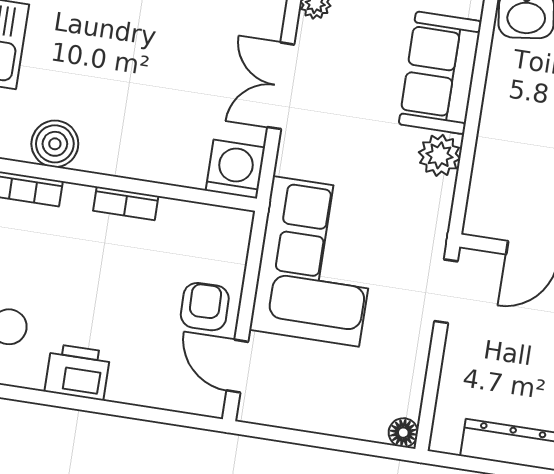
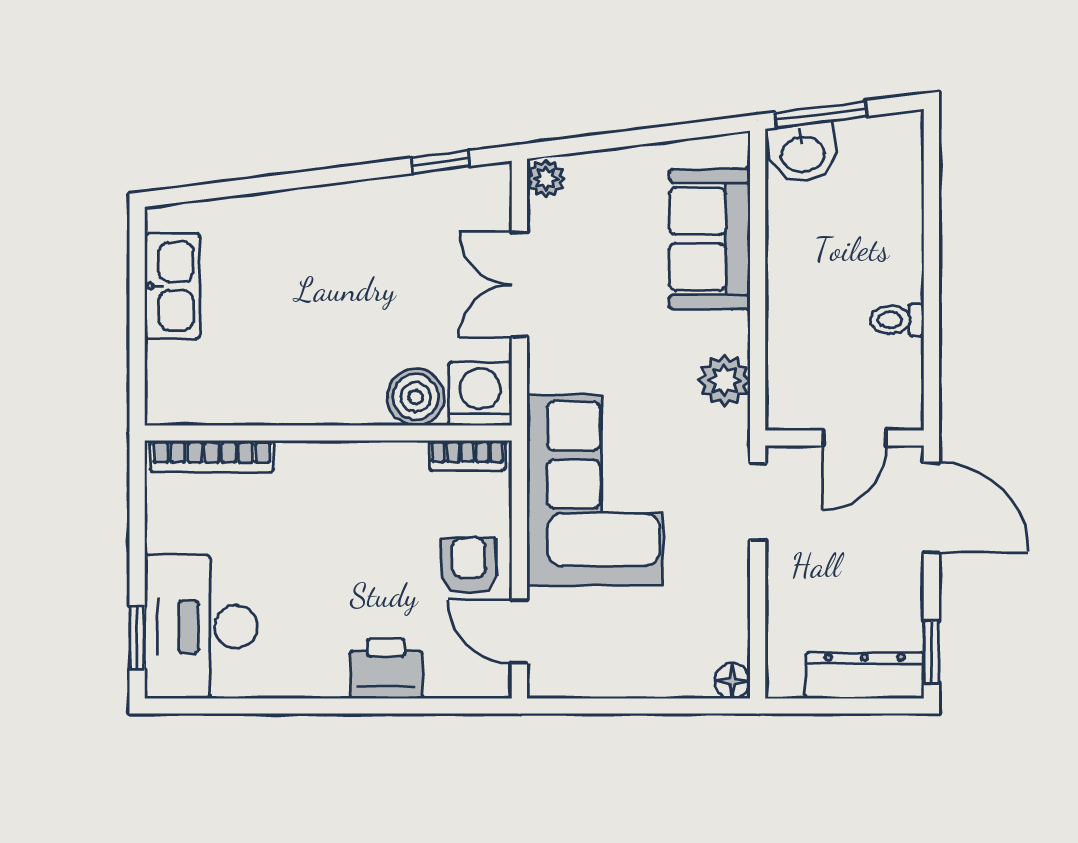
boiler: (55, 144) -> (416, 397), moved
plant: (440, 155) -> (724, 380), moved
bookcase: (126, 203) -> (467, 456), moved
printer: (78, 372) -> (386, 669), moved

